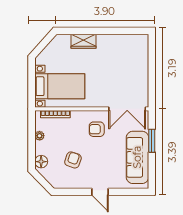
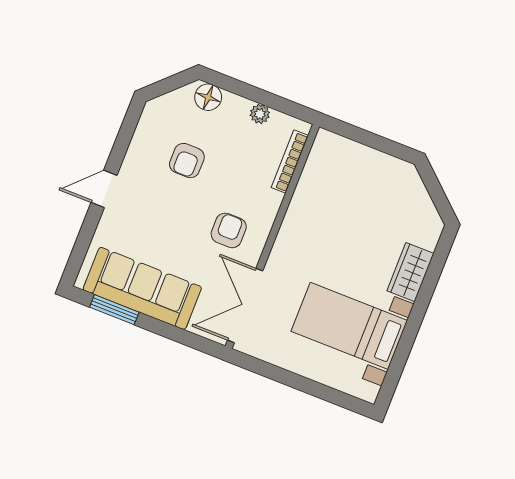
bed with nightstands: (60, 86) -> (349, 326), moved, turned 90
window: (152, 141) -> (114, 310), moved
armchair: (73, 160) -> (187, 161), turned 71

